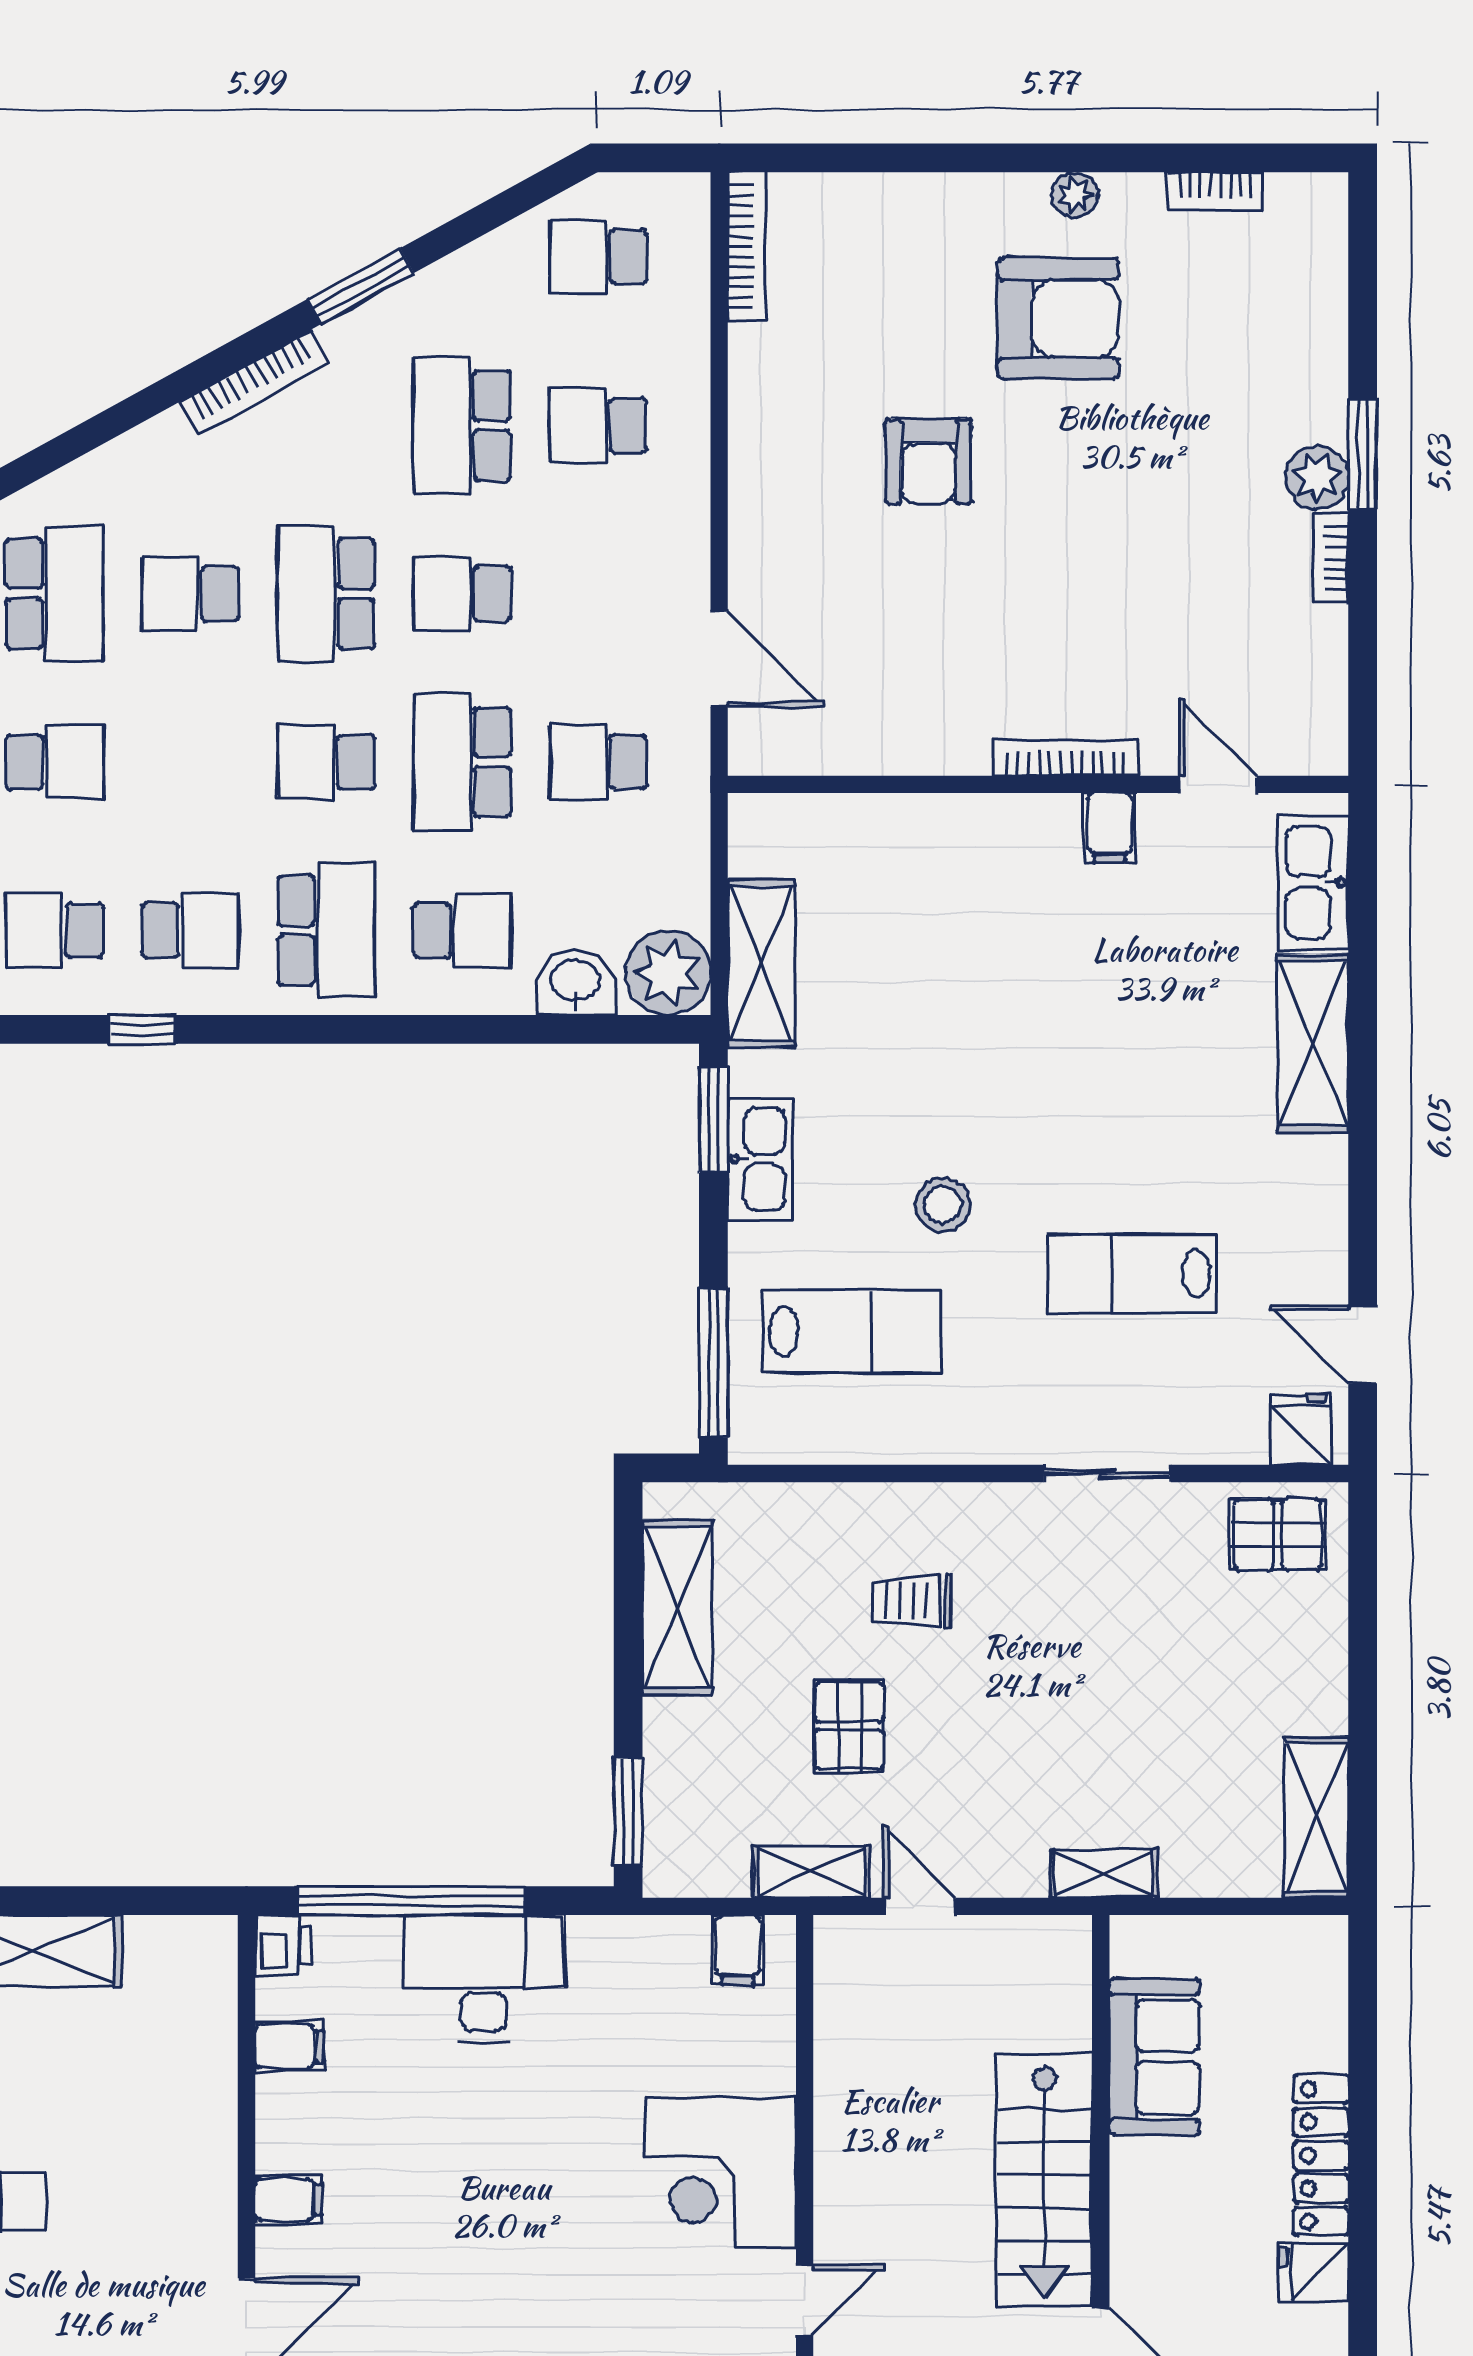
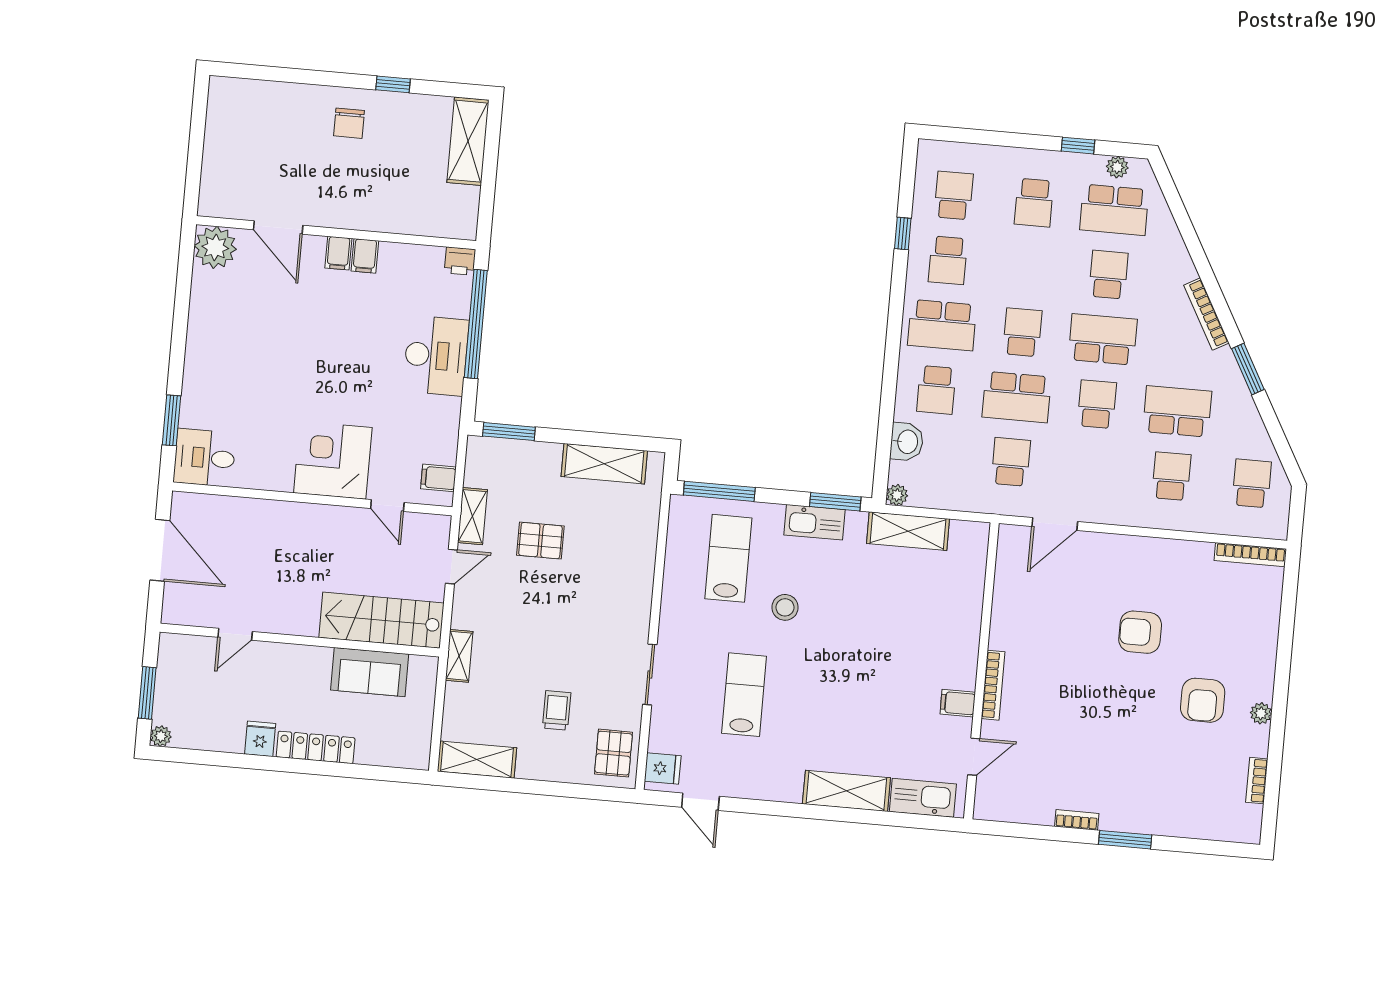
armchair: (1058, 319) -> (1203, 700), width x0.73, depth x0.73
plant: (1317, 478) -> (1116, 817), removed
school desk: (462, 762) -> (1017, 397), turned 180
plant: (668, 973) -> (897, 495), width x0.53, depth x0.53
lab bench: (851, 1332) -> (728, 558), turned 180
door: (1363, 1345) -> (700, 802), swing flipped
trolley: (912, 1601) -> (557, 710), moved
filing cabinet: (289, 2046) -> (365, 256), moved
stairs: (1044, 2180) -> (381, 620), moved
door: (805, 2300) -> (387, 506), moved

